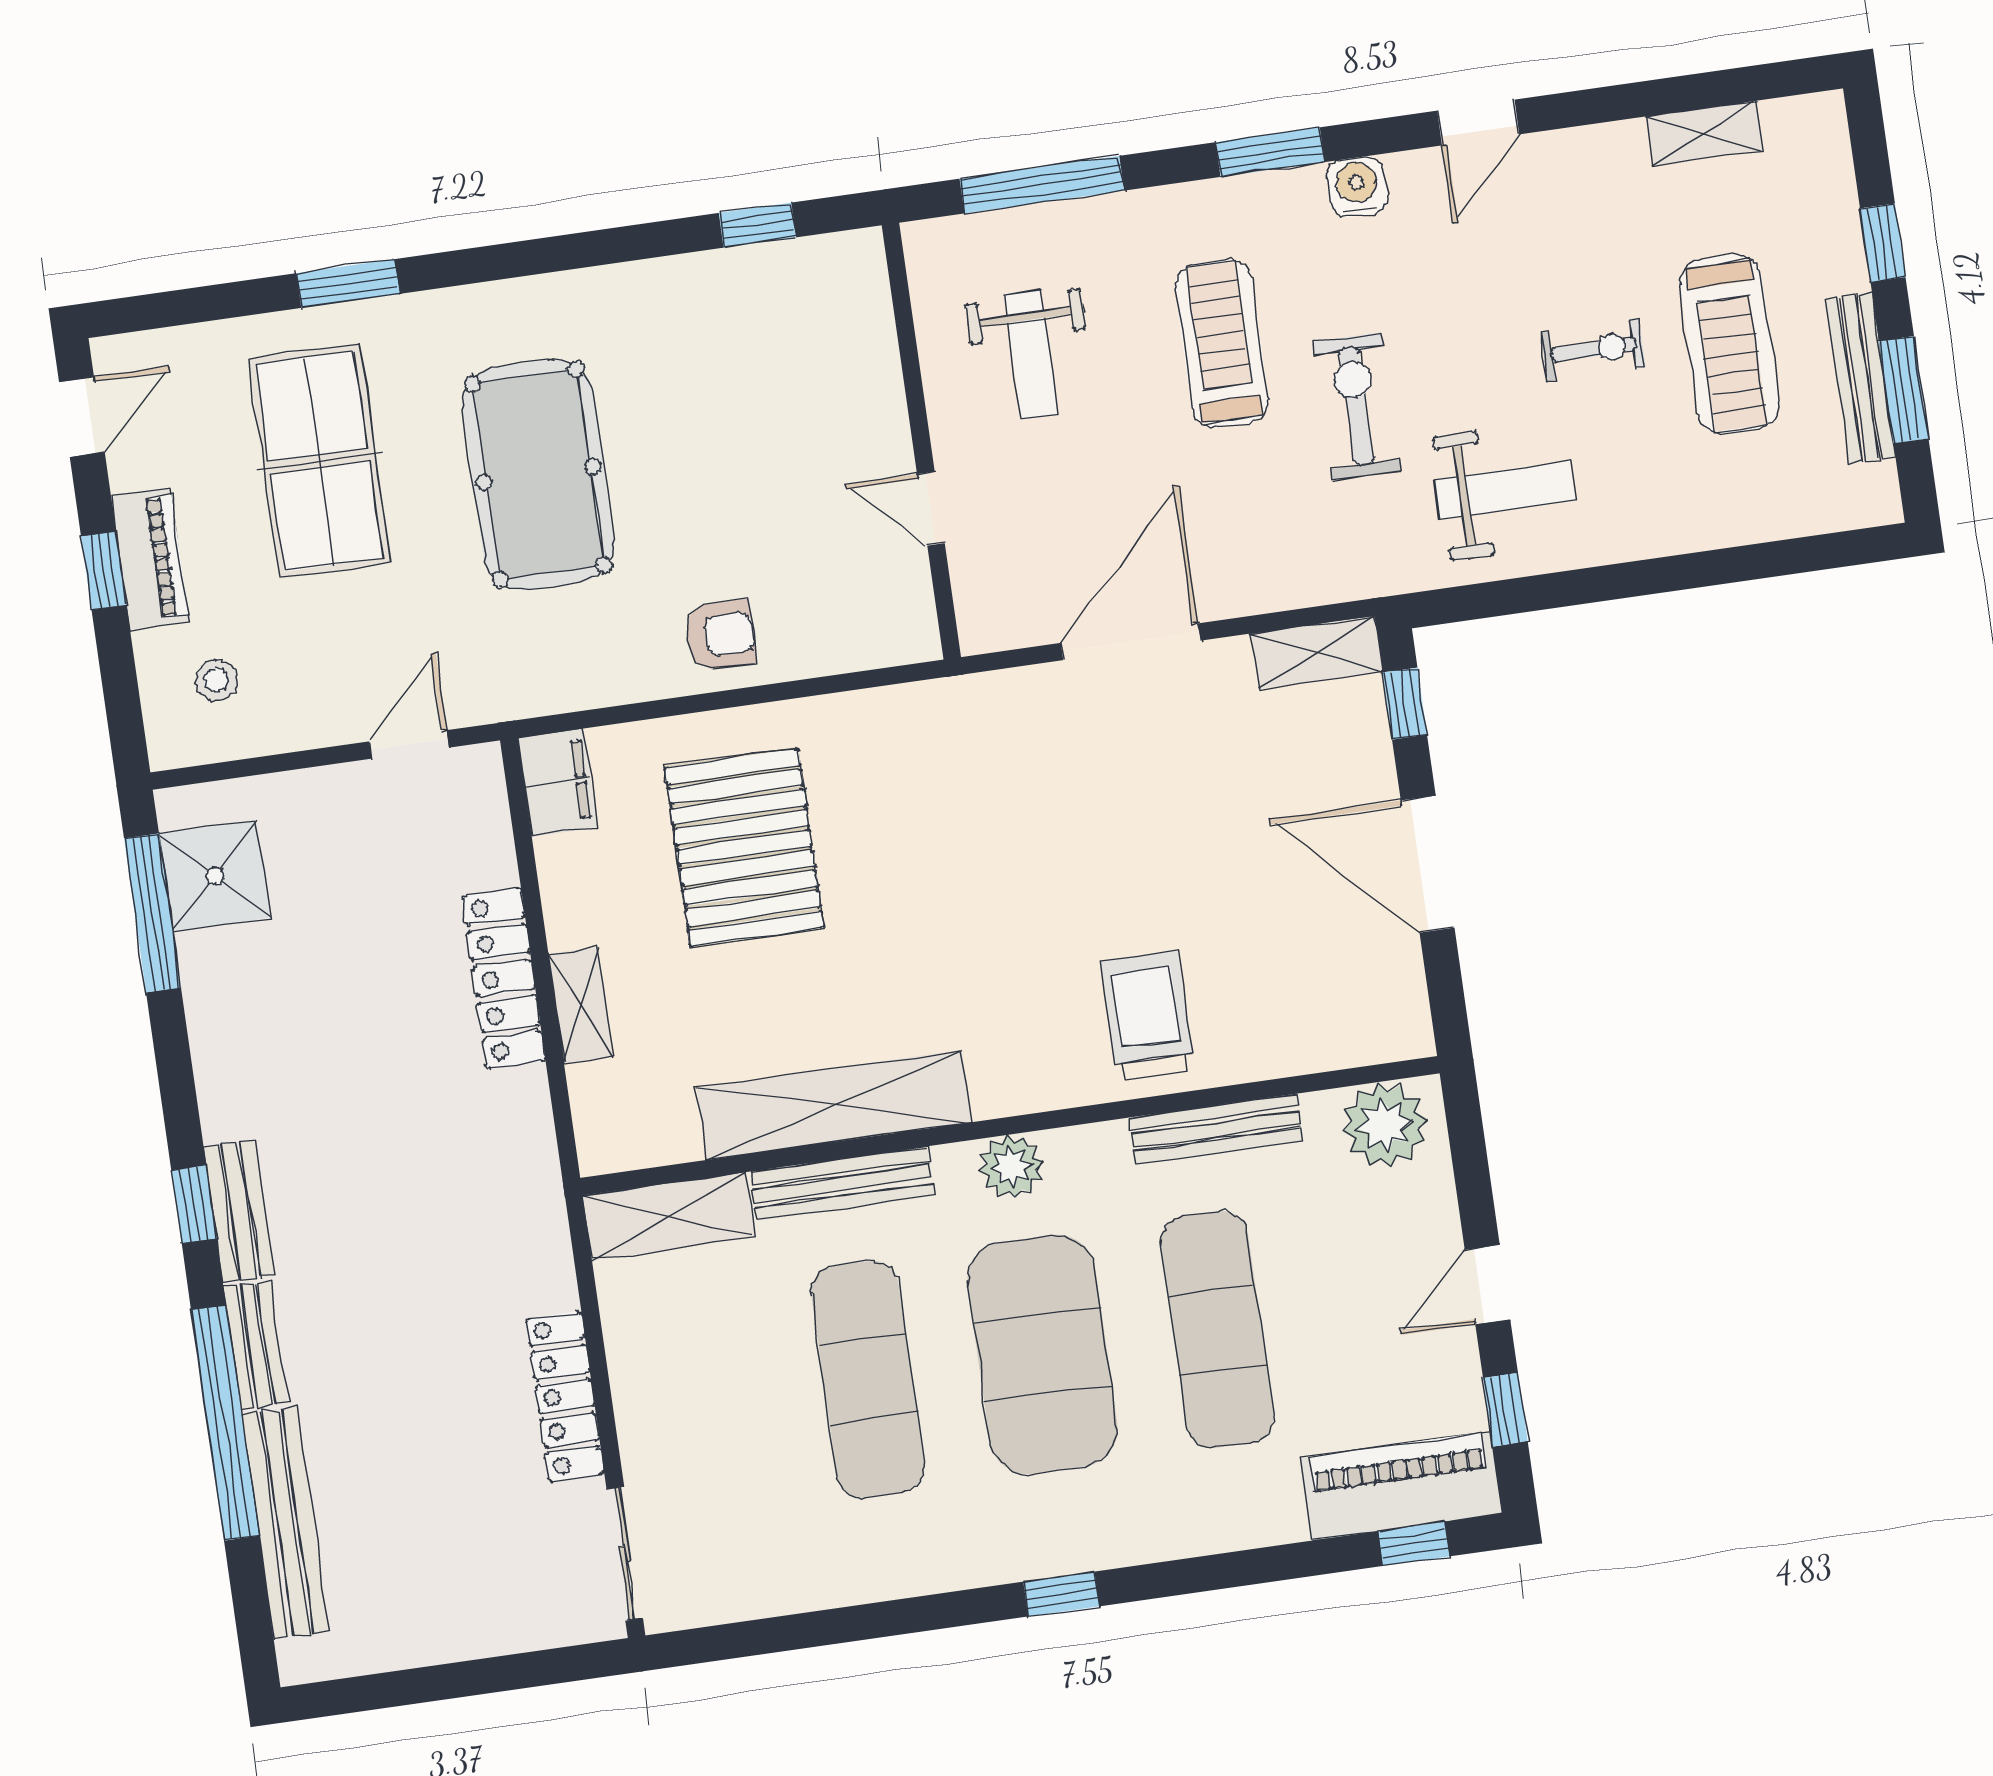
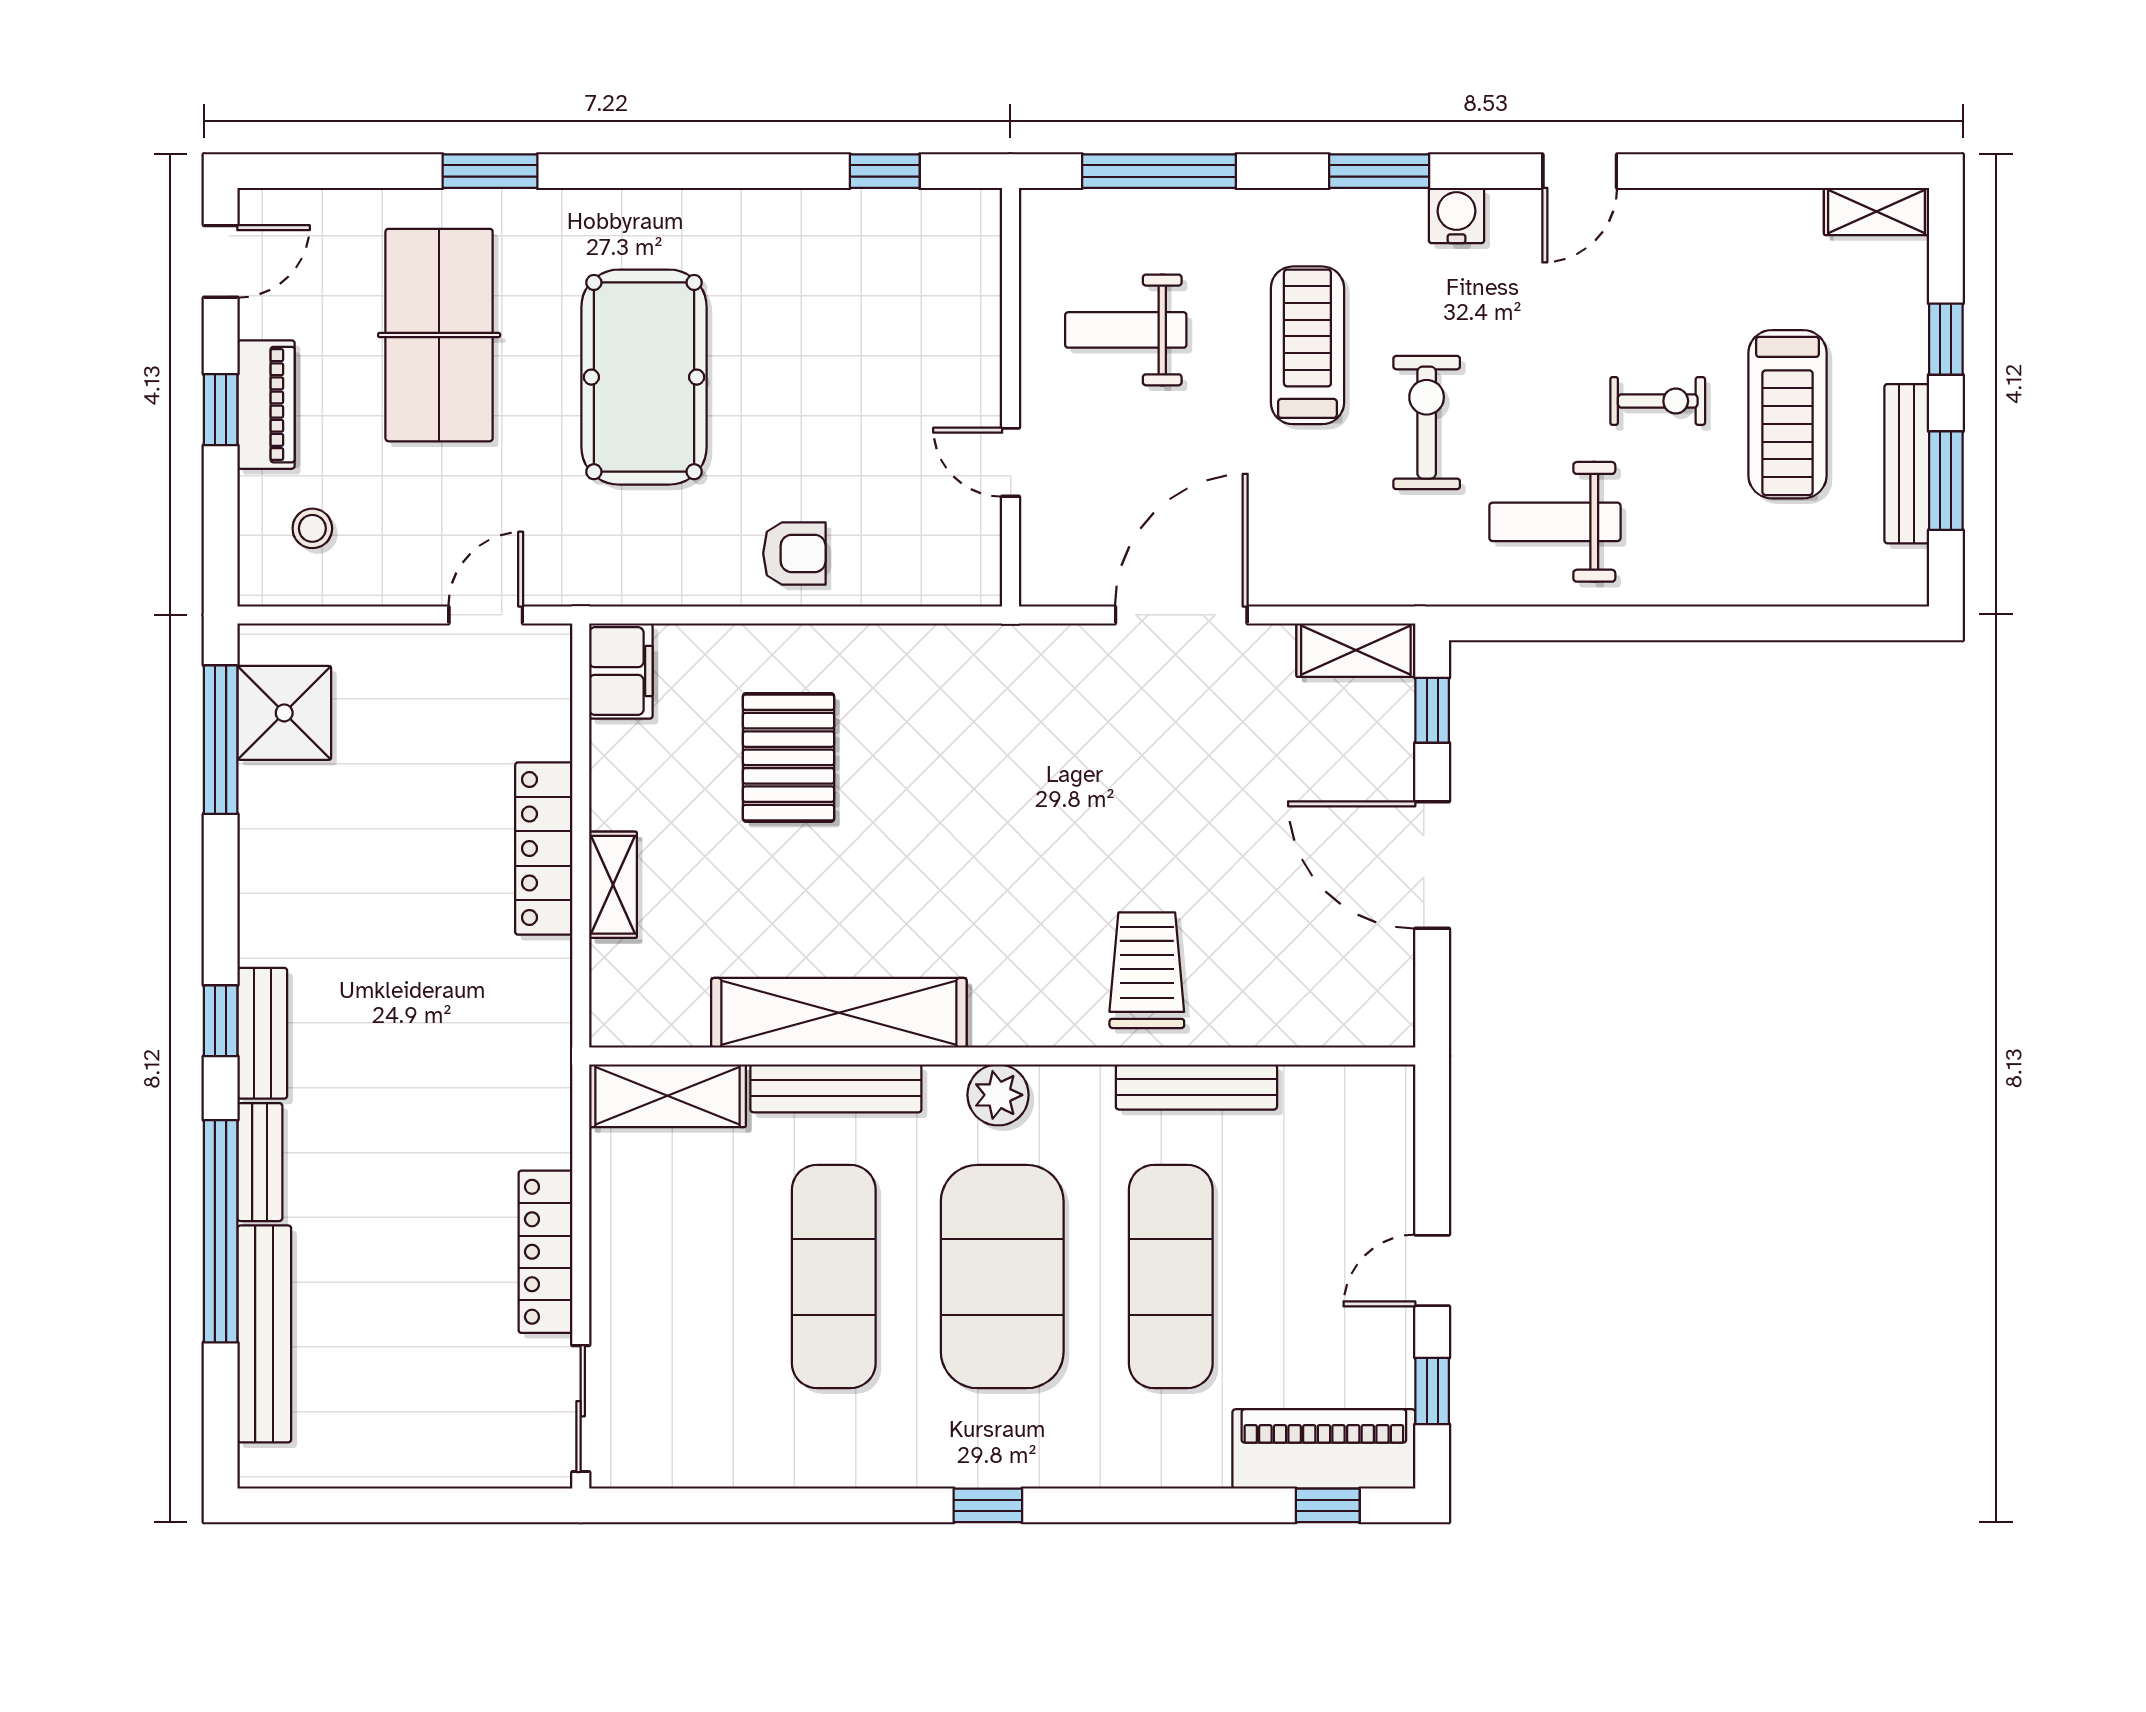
shelving: (1704, 133) -> (1876, 211), moved
weight bench: (1031, 354) -> (1126, 330), turned 90
weight bench: (1504, 490) -> (1555, 522), turned 180
pallet: (744, 848) -> (789, 757), width x0.73, depth x0.71
plant: (1385, 1125) -> (1356, 1106), removed

